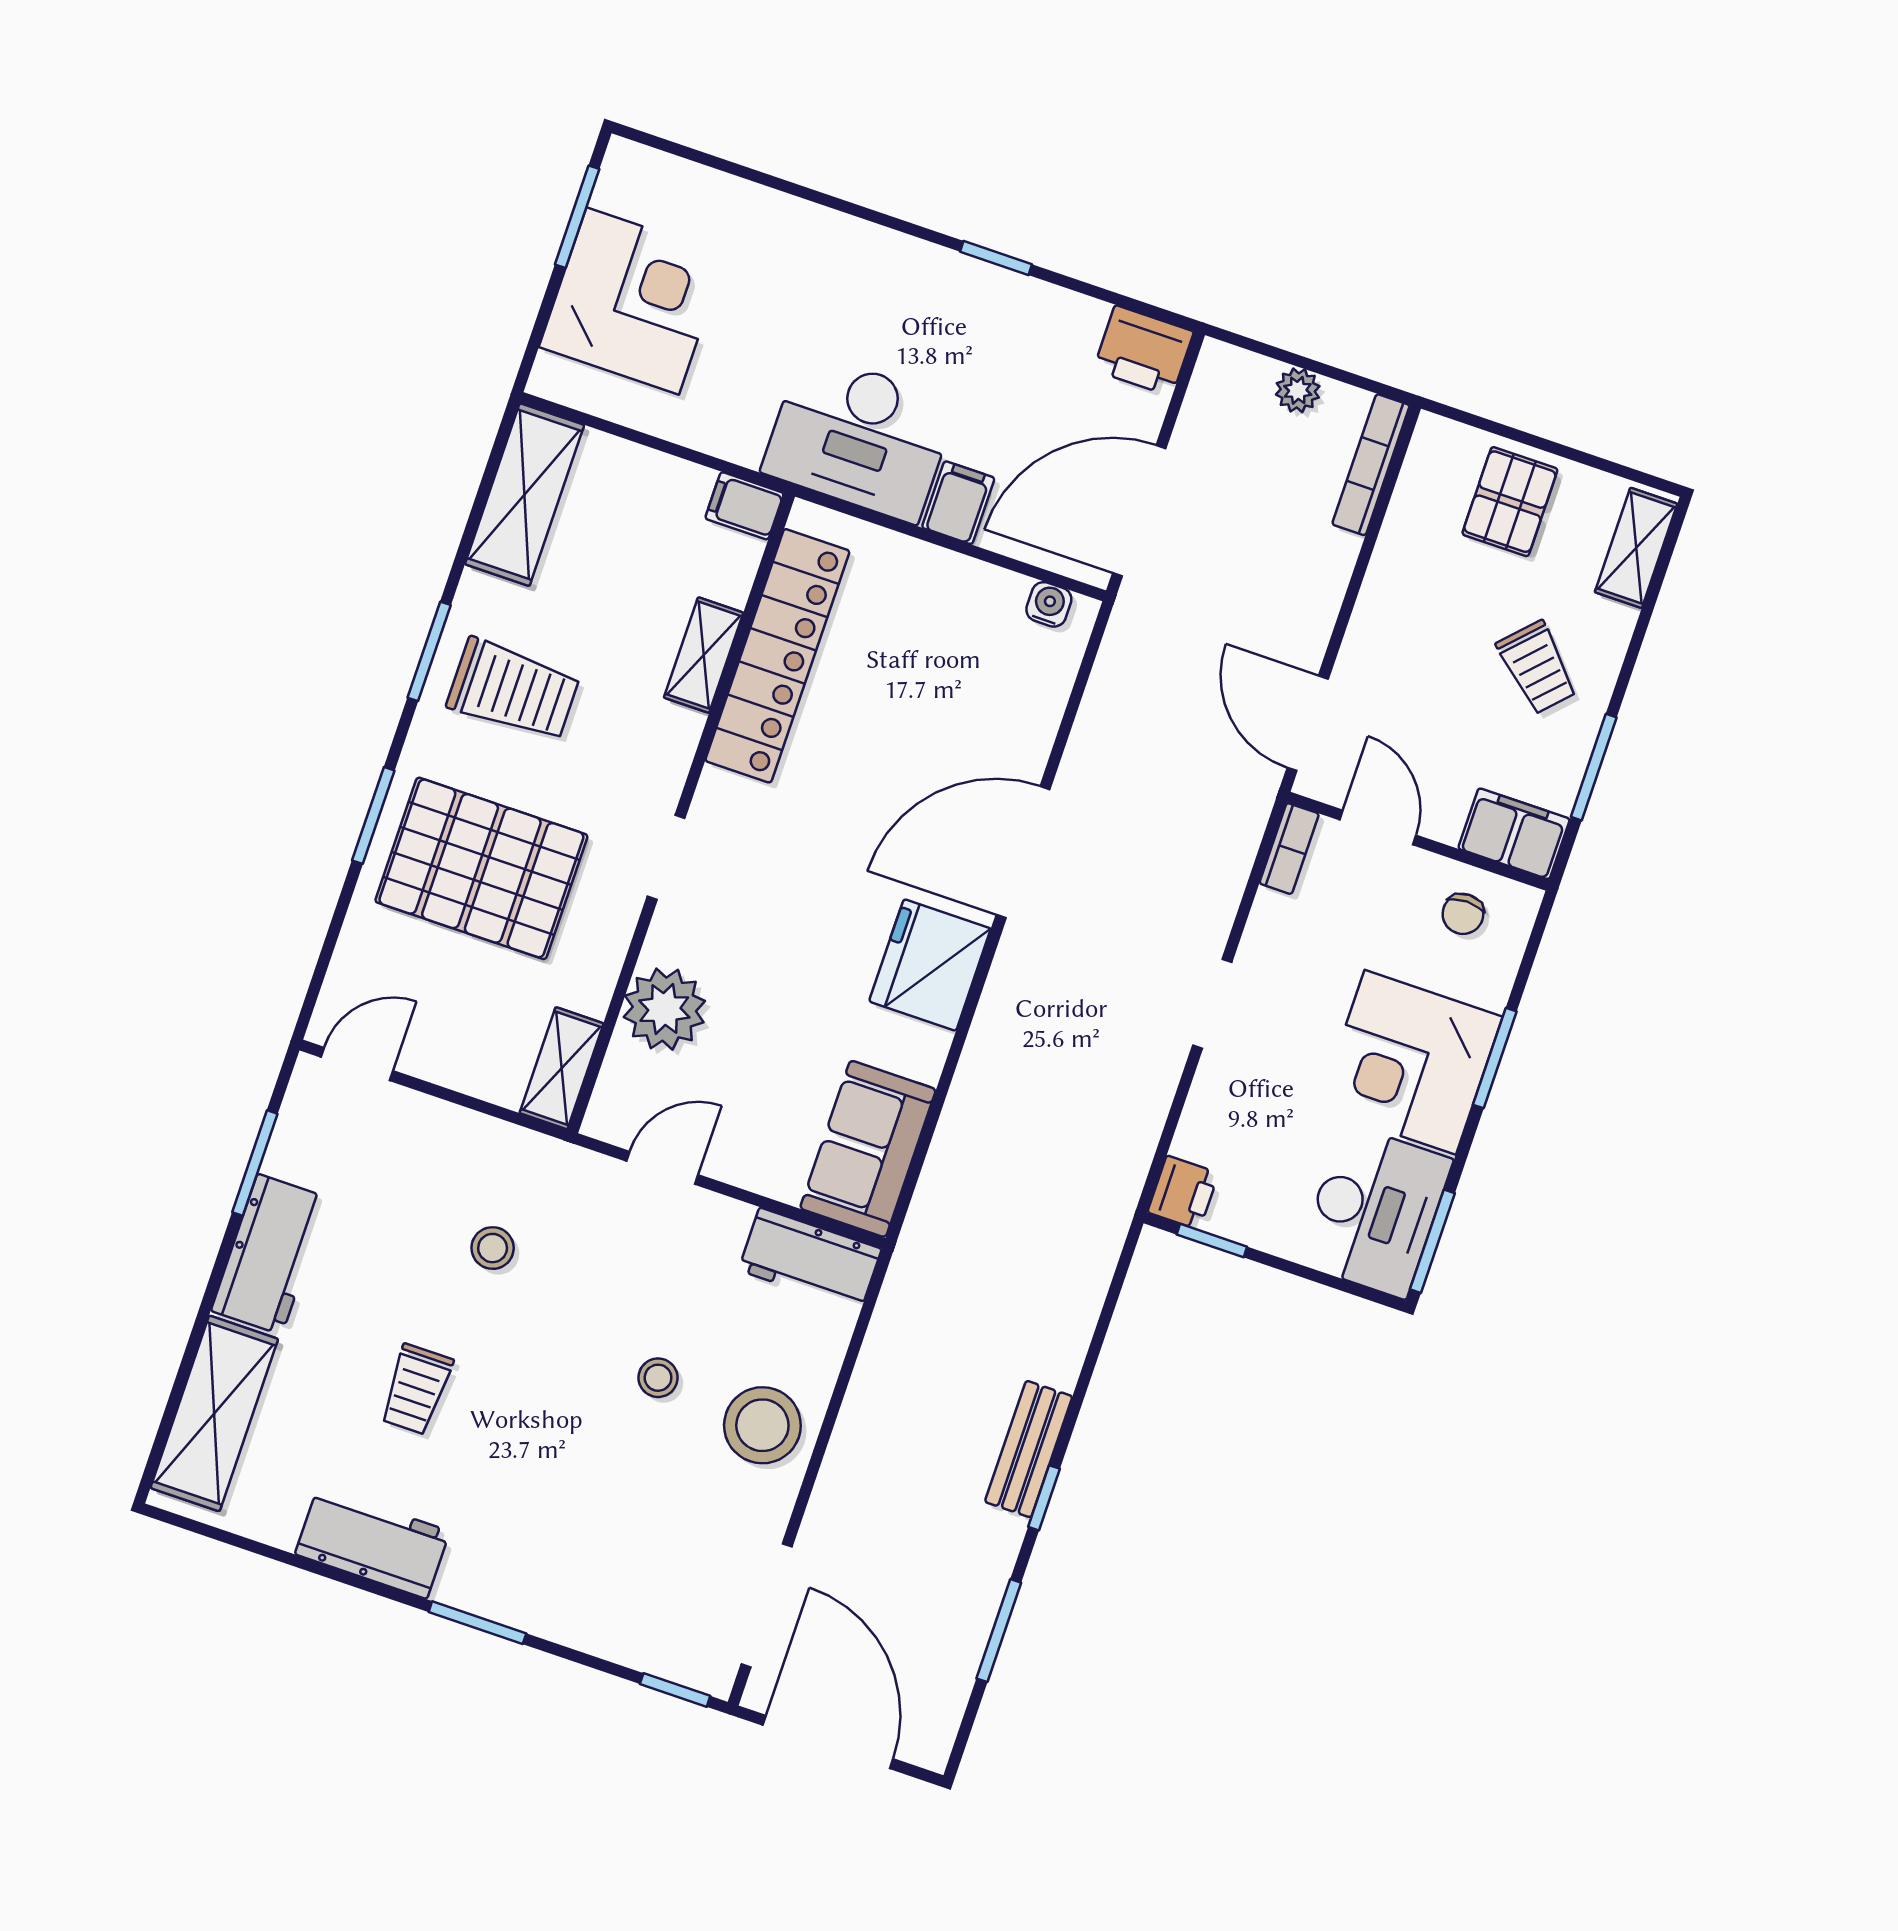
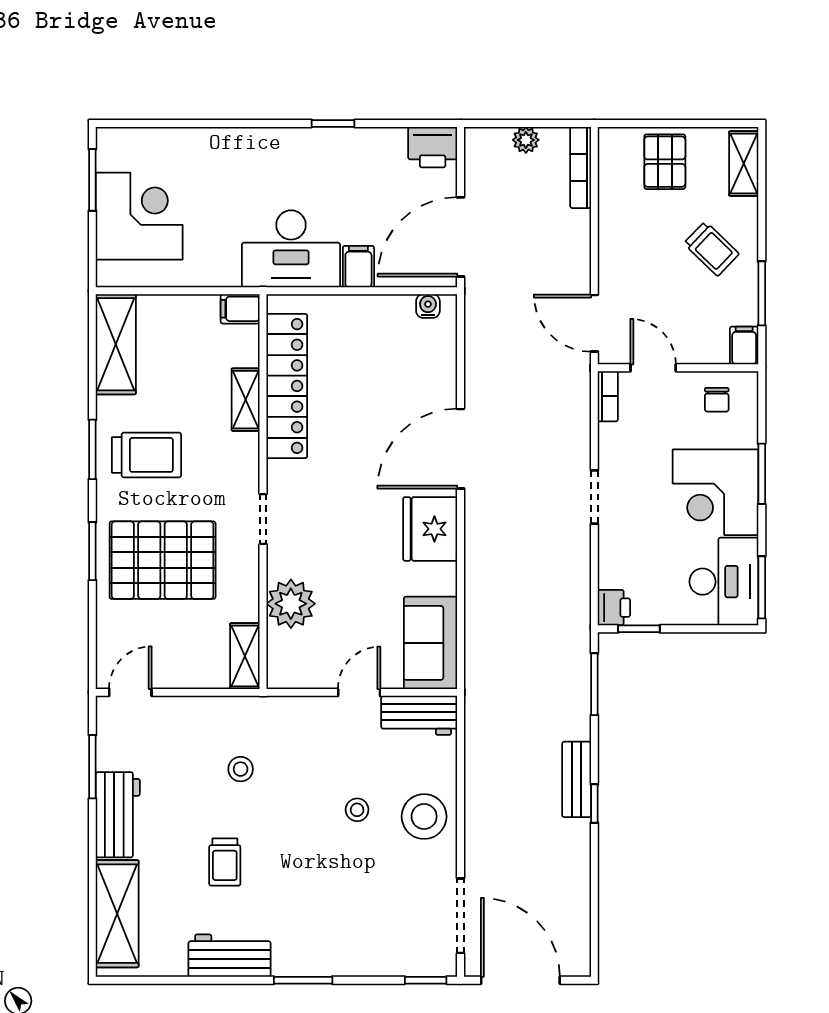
filing cabinet: (1514, 834) -> (744, 346), width x0.50
door: (662, 1168) -> (359, 692), moved
window: (999, 1631) -> (594, 684), moved

